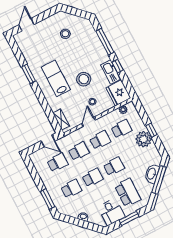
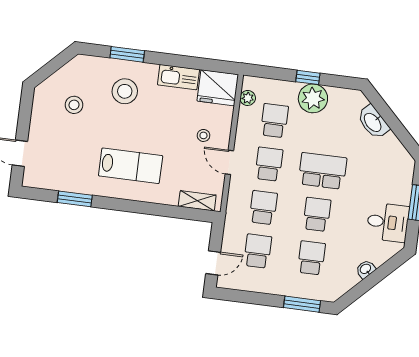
window: (105, 42) -> (127, 54), width x0.69
window: (118, 66) -> (177, 61), removed
window: (29, 74) -> (75, 199), moved
lab bench: (56, 78) -> (131, 166), turned 180
stool: (84, 79) -> (125, 91), moved
door: (48, 141) -> (213, 263), moved
school desk: (114, 166) -> (322, 171), width x1.85
window: (159, 180) -> (390, 118), removed
school desk: (128, 193) -> (376, 178), removed

